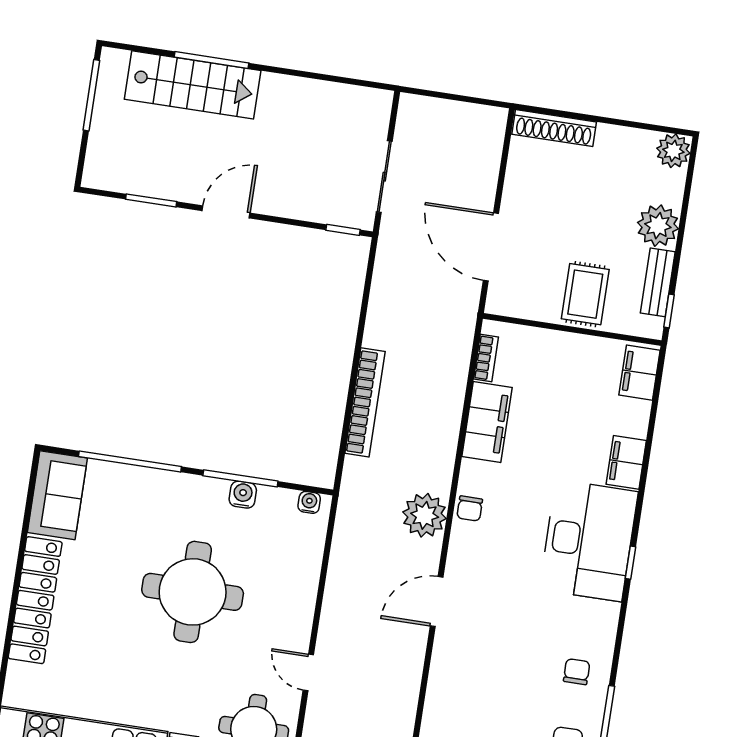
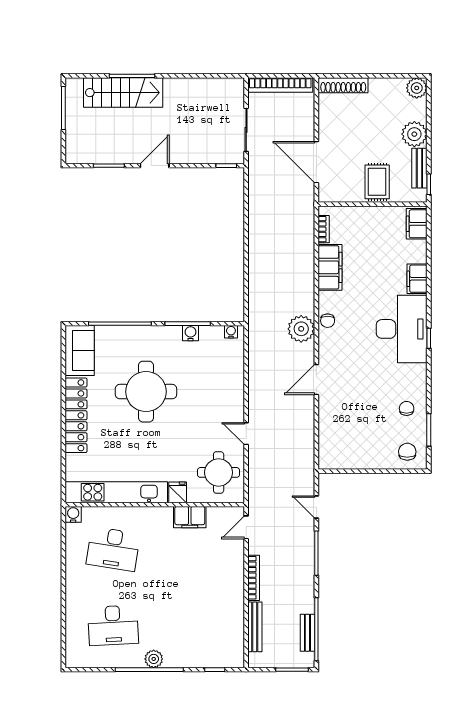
bookcase: (365, 402) -> (280, 85), moved, turned 90
round table: (193, 592) -> (146, 392), moved

